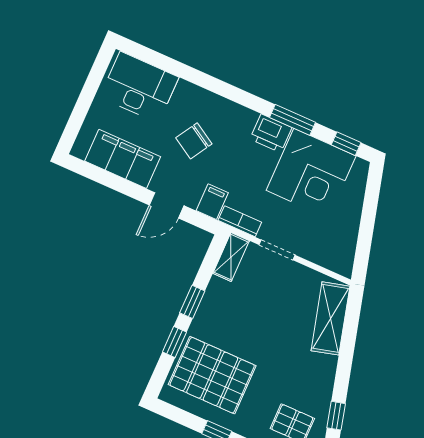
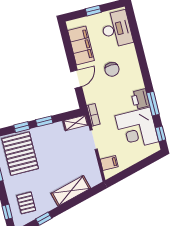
window: (85, 100) -> (93, 11), added
chair: (194, 141) -> (112, 69), turned -121
filing cabinet: (212, 202) -> (109, 163), moved
door: (167, 205) -> (76, 79), swing flipped
shelving: (330, 318) -> (71, 191), moved

